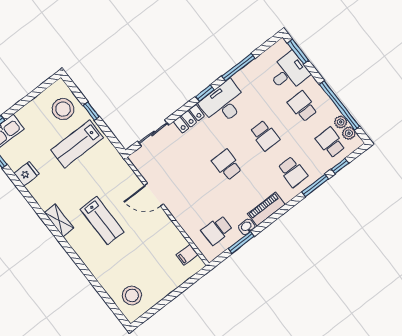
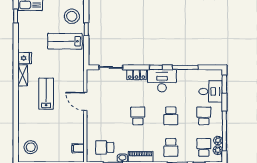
fridge: (27, 174) -> (25, 58), moved
lab bench: (102, 221) -> (46, 94), turned 180

